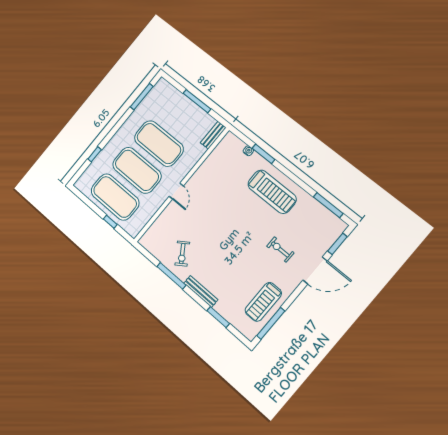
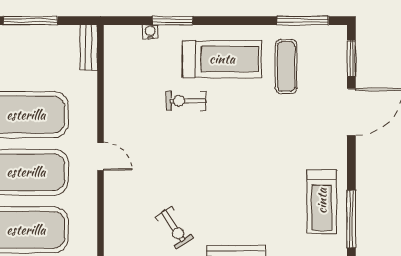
exercise mat: (301, 221) -> (286, 67), added
exercise bike: (280, 250) -> (186, 101), moved

